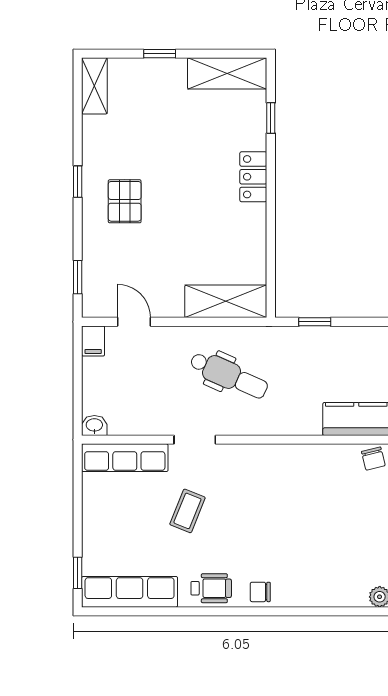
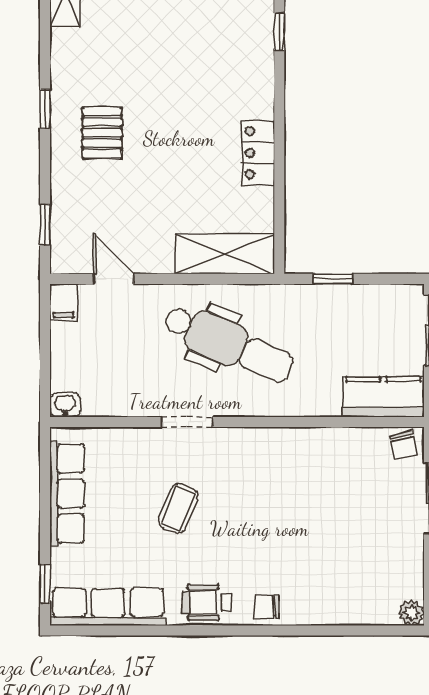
locker: (253, 177) -> (258, 153), moved
dental chair: (229, 375) -> (228, 344), width x1.36, depth x1.38
row of seats: (125, 458) -> (67, 494), moved, turned -90
wheelchair: (211, 588) -> (207, 602), turned 180

